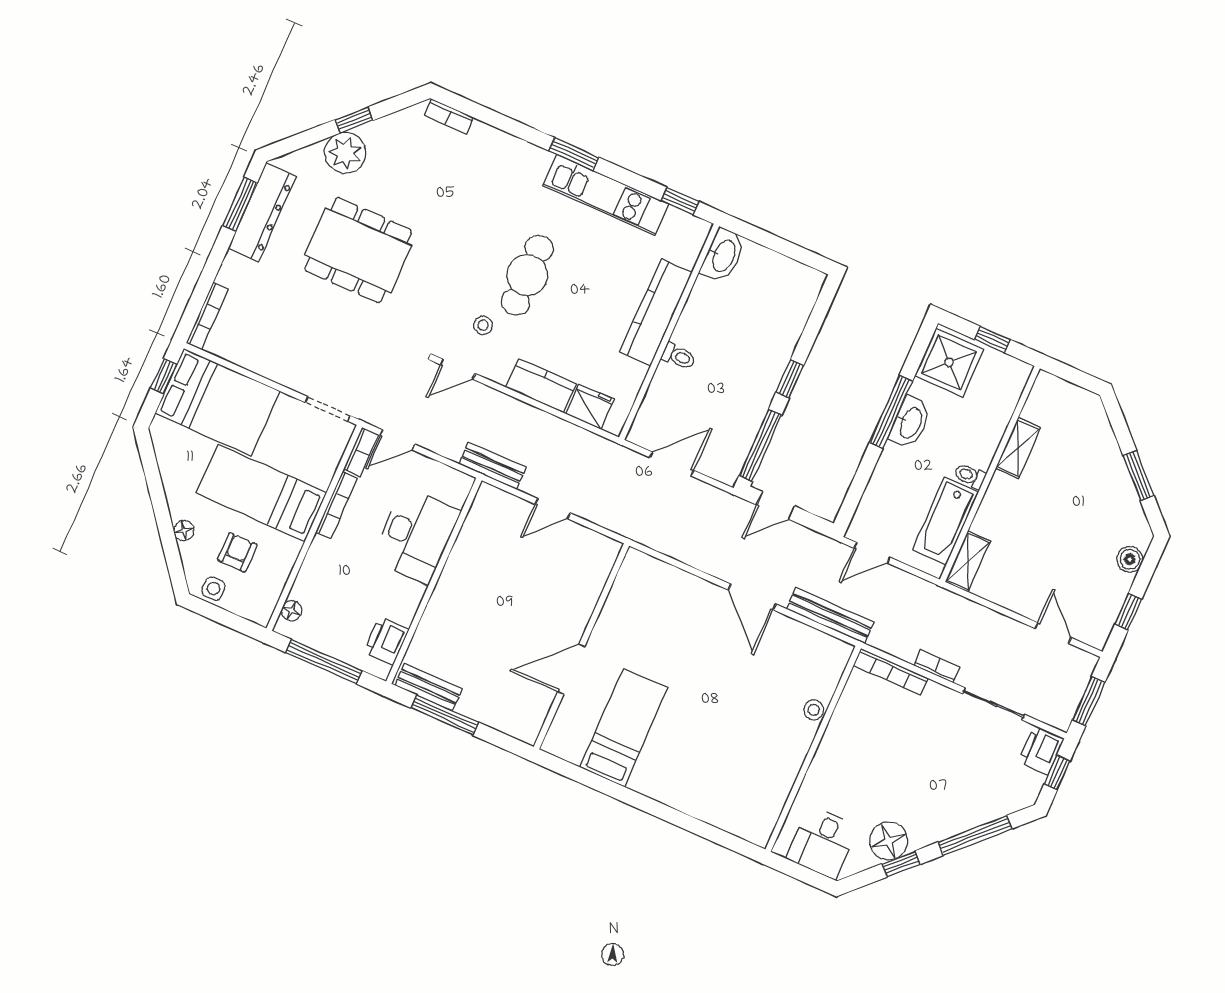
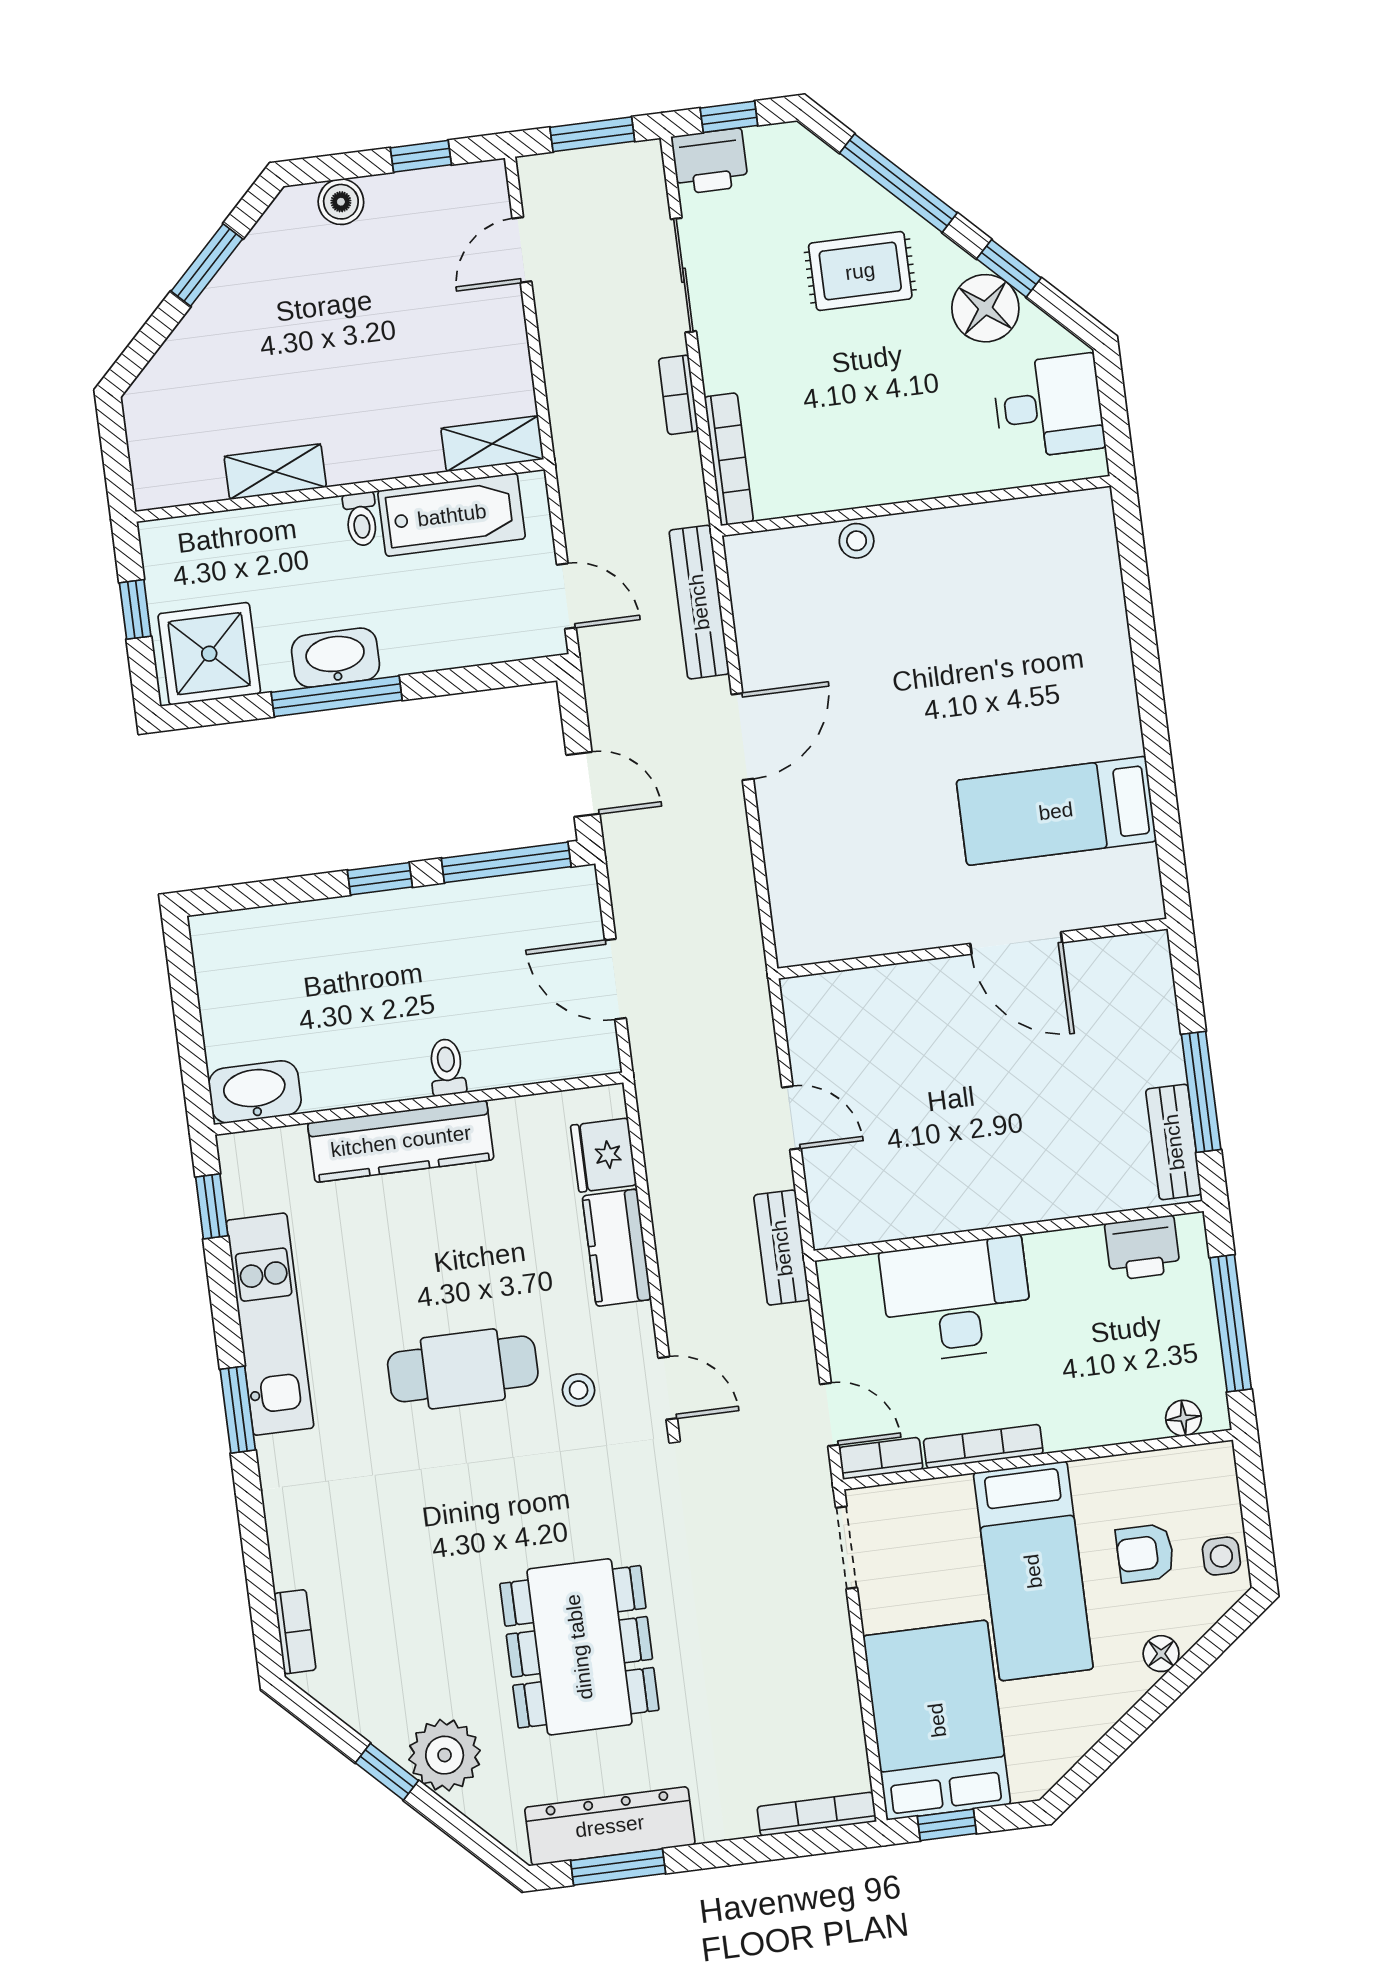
rug: (943, 791) -> (860, 271), added

